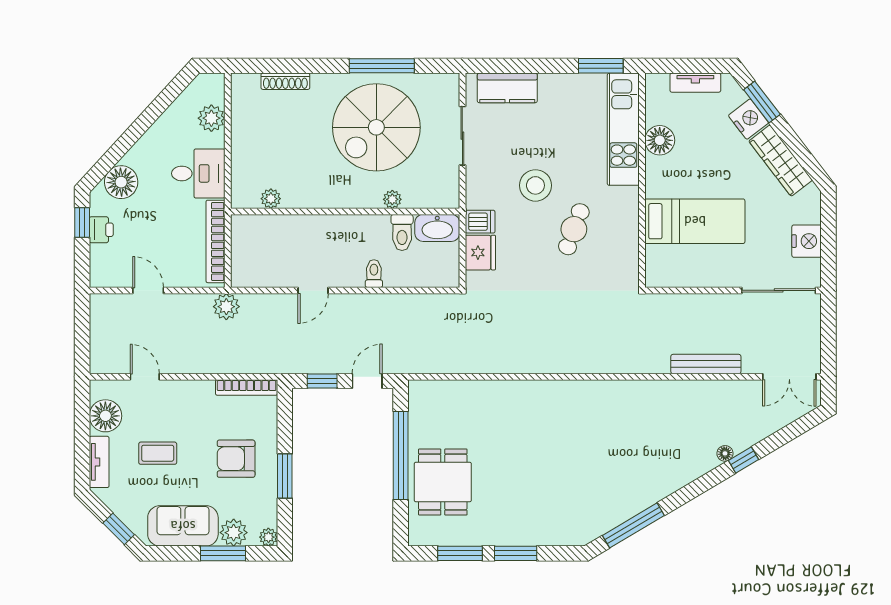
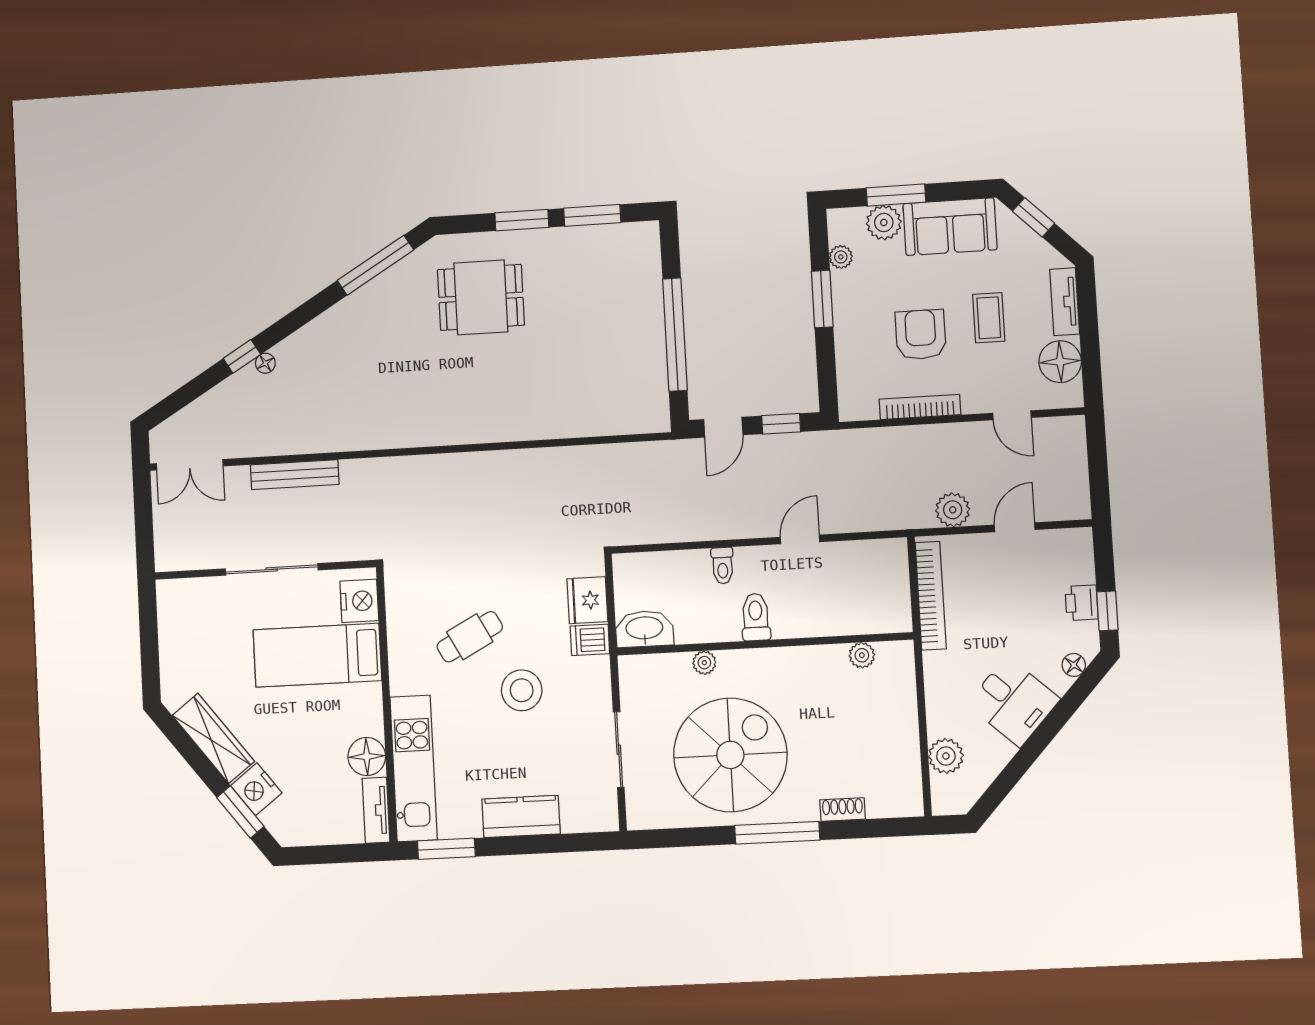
window: (382, 66) -> (777, 833), moved
shoe rack: (285, 81) -> (843, 809), width x0.70
tv unit: (695, 83) -> (376, 810), moved, turned -90
kitchen counter: (507, 88) -> (521, 816), moved
desk: (198, 173) -> (1013, 702), moved, turned -137
floor lamp: (121, 182) -> (1074, 665), width x0.53, depth x0.53
cafe table: (574, 229) -> (470, 637), turned 42
toilet: (402, 232) -> (756, 617), moved
nightstand: (807, 241) -> (359, 601), moved, turned 180
door: (148, 290) -> (1015, 527), swing flipped
sliding door: (779, 290) -> (272, 569), moved
plant: (226, 307) -> (953, 510), moved
double door: (789, 377) -> (190, 465), swing flipped
bookcase: (247, 387) -> (920, 407), moved
coffee table: (158, 453) -> (989, 318), turned 90
armchair: (236, 459) -> (921, 335), moved, turned -90
dining table: (443, 482) -> (481, 297), moved, turned 90
plant: (268, 537) -> (841, 257), moved

